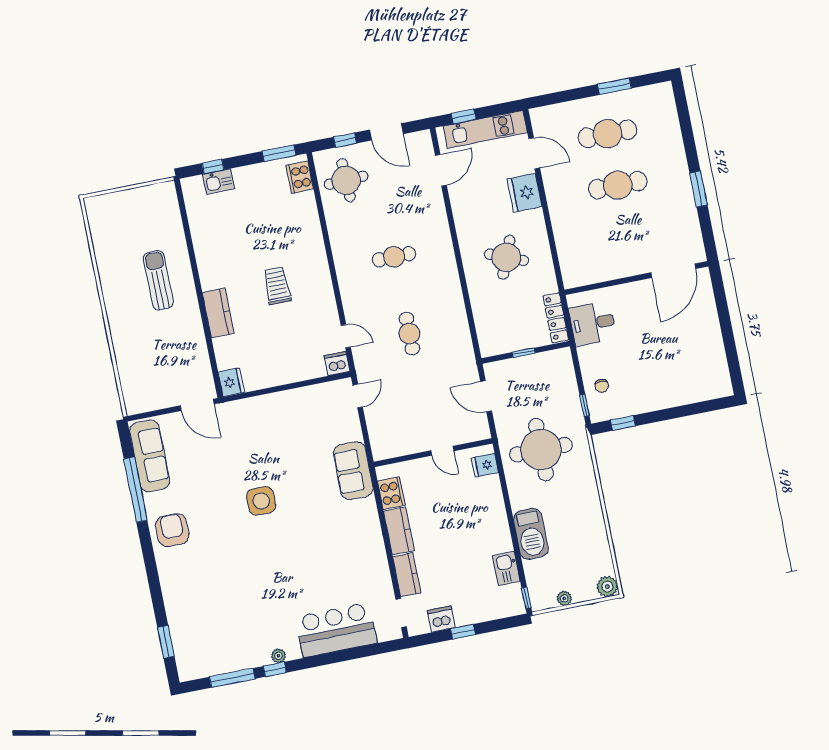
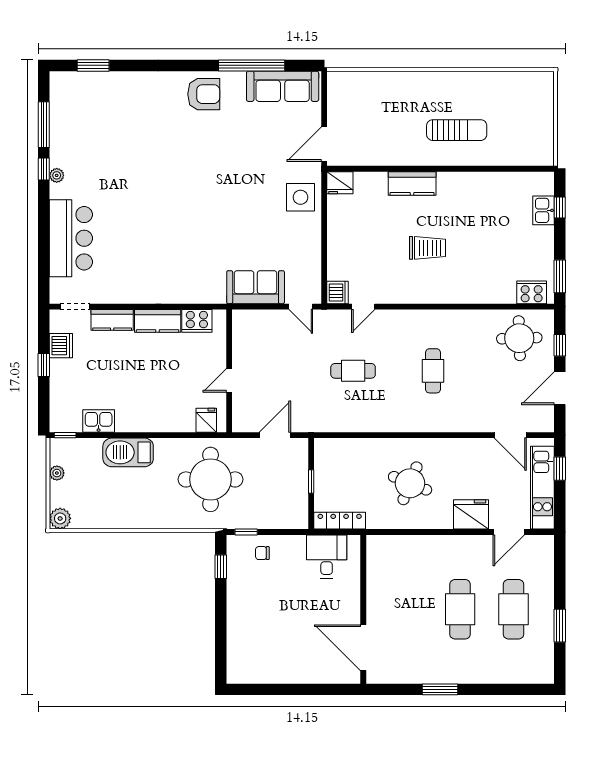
sofa: (353, 471) -> (256, 287), moved
side table: (261, 501) -> (300, 197), moved

